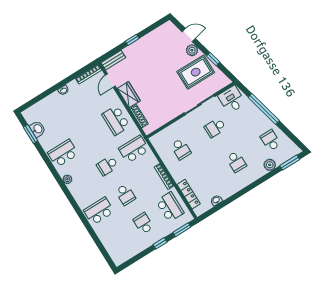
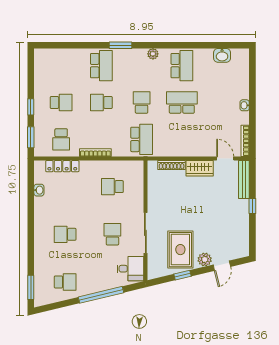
bench: (113, 60) -> (244, 179), width x1.36
school desk: (116, 120) -> (182, 103), moved
window: (31, 134) -> (121, 45), moved
plant: (270, 165) -> (41, 266), removed
school desk: (170, 207) -> (61, 139), width x0.54

